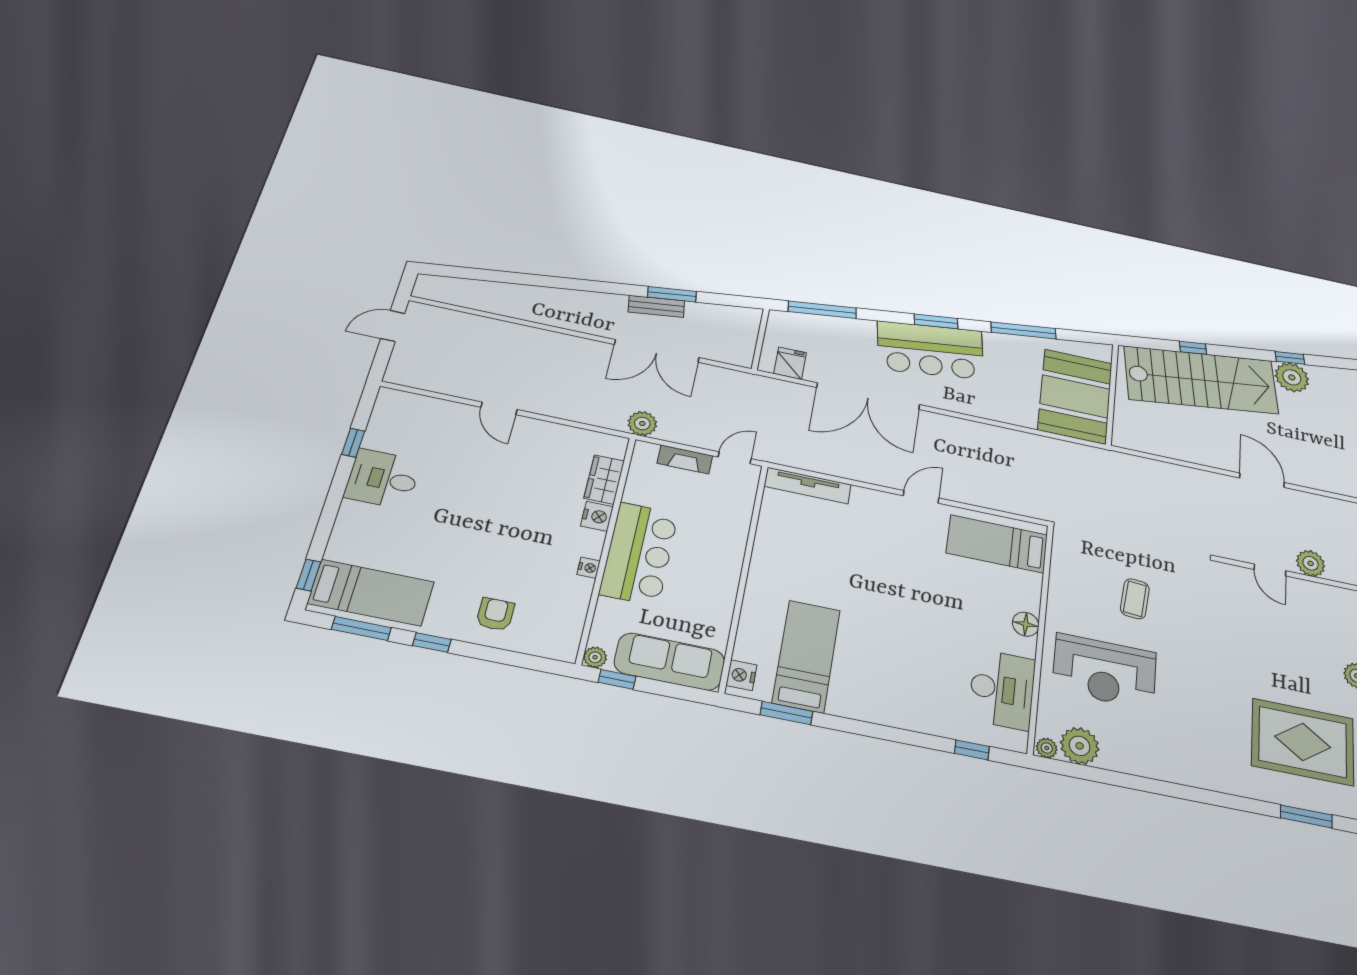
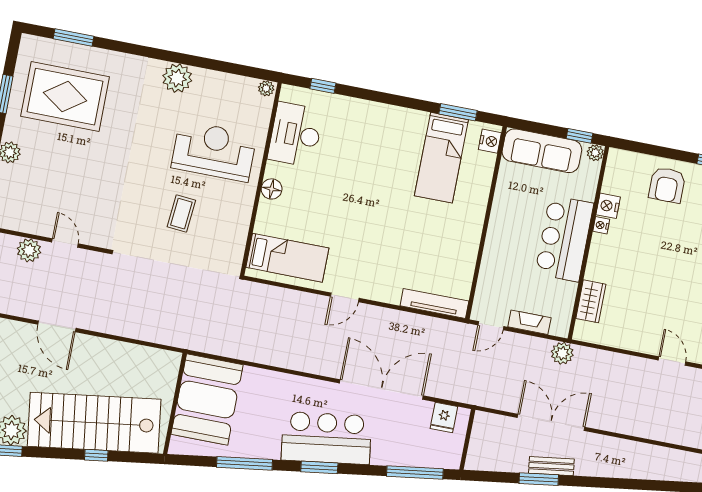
nightstand: (597, 516) -> (608, 206), moved
armchair: (495, 614) -> (667, 185), width x1.38, depth x1.38
plant: (1080, 746) -> (177, 78), moved

